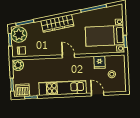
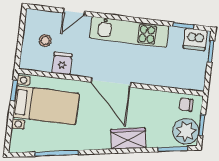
wardrobe: (57, 23) -> (128, 139), width x0.67
door: (68, 56) -> (111, 82), width x1.88
plant: (18, 65) -> (196, 82), removed
door: (98, 94) -> (74, 12), hinge flipped

